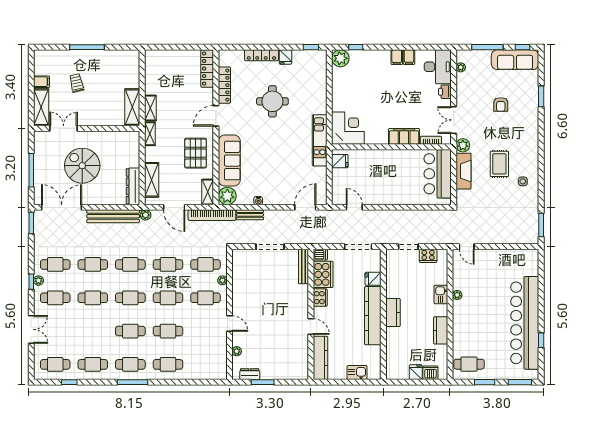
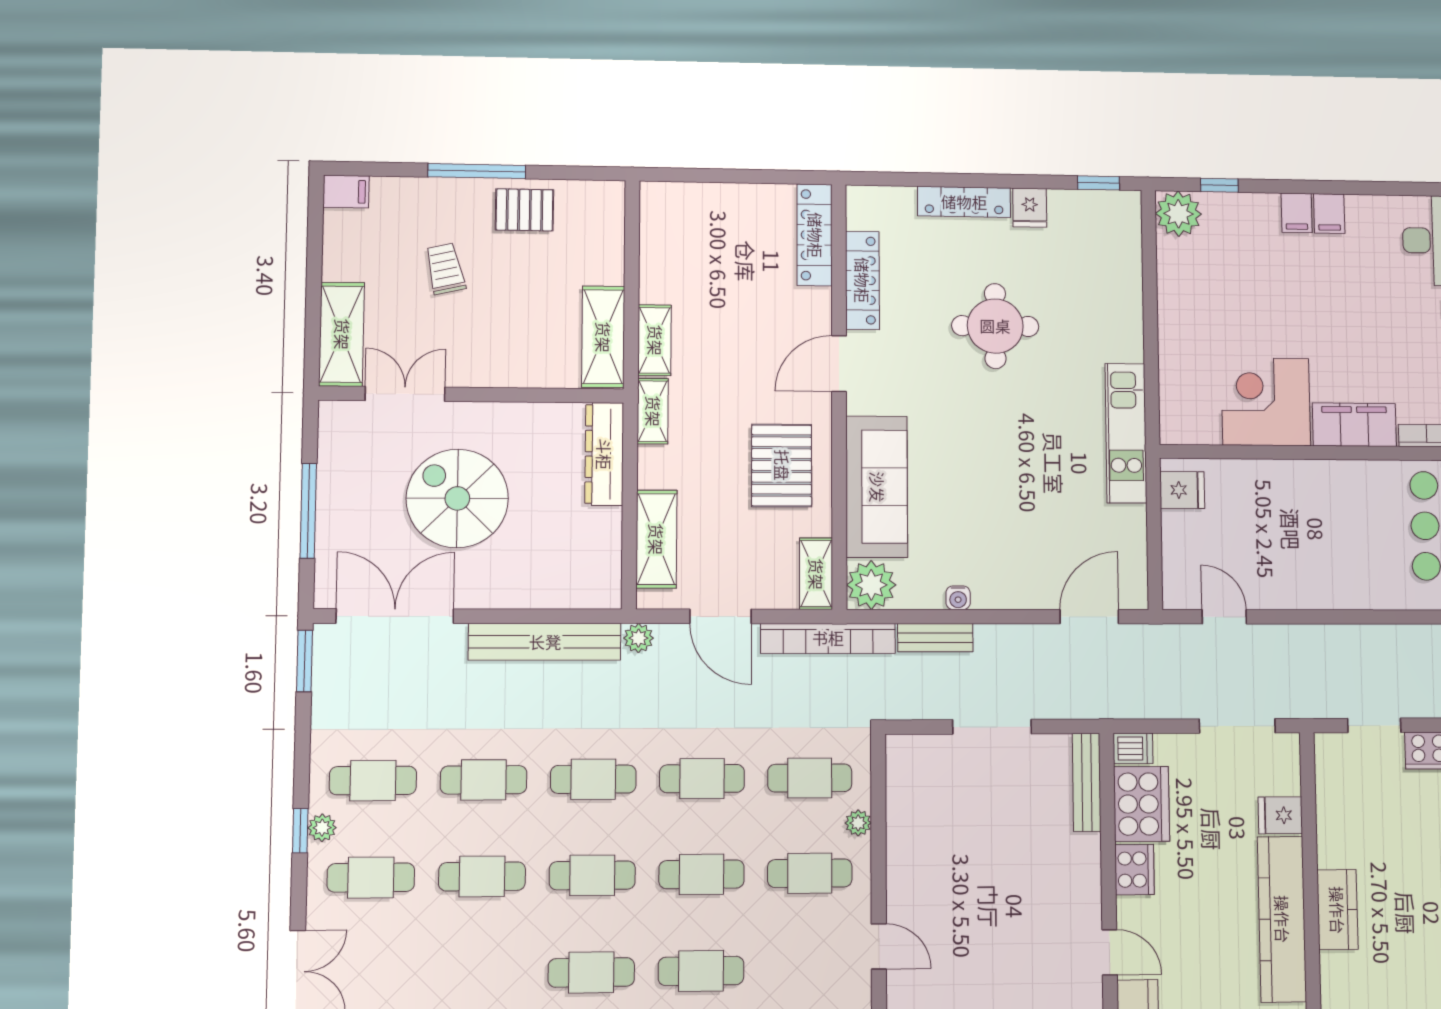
filing cabinet: (409, 57) -> (1297, 213), moved
pallet: (104, 61) -> (524, 210), added
filing cabinet: (42, 82) -> (346, 192), moved
corner desk: (348, 128) -> (1266, 402), moved, turned -90
dresser: (133, 186) -> (604, 454), moved

